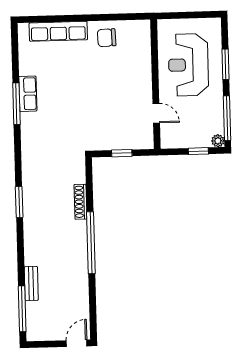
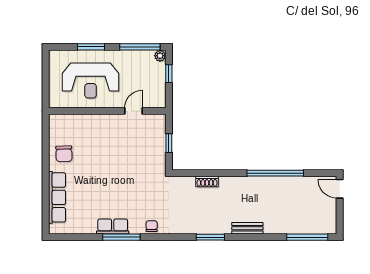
chair: (29, 137) -> (152, 226), added
shoe rack: (80, 202) -> (207, 182), width x0.70
window: (91, 243) -> (275, 173), moved
bench: (31, 283) -> (247, 228), moved

